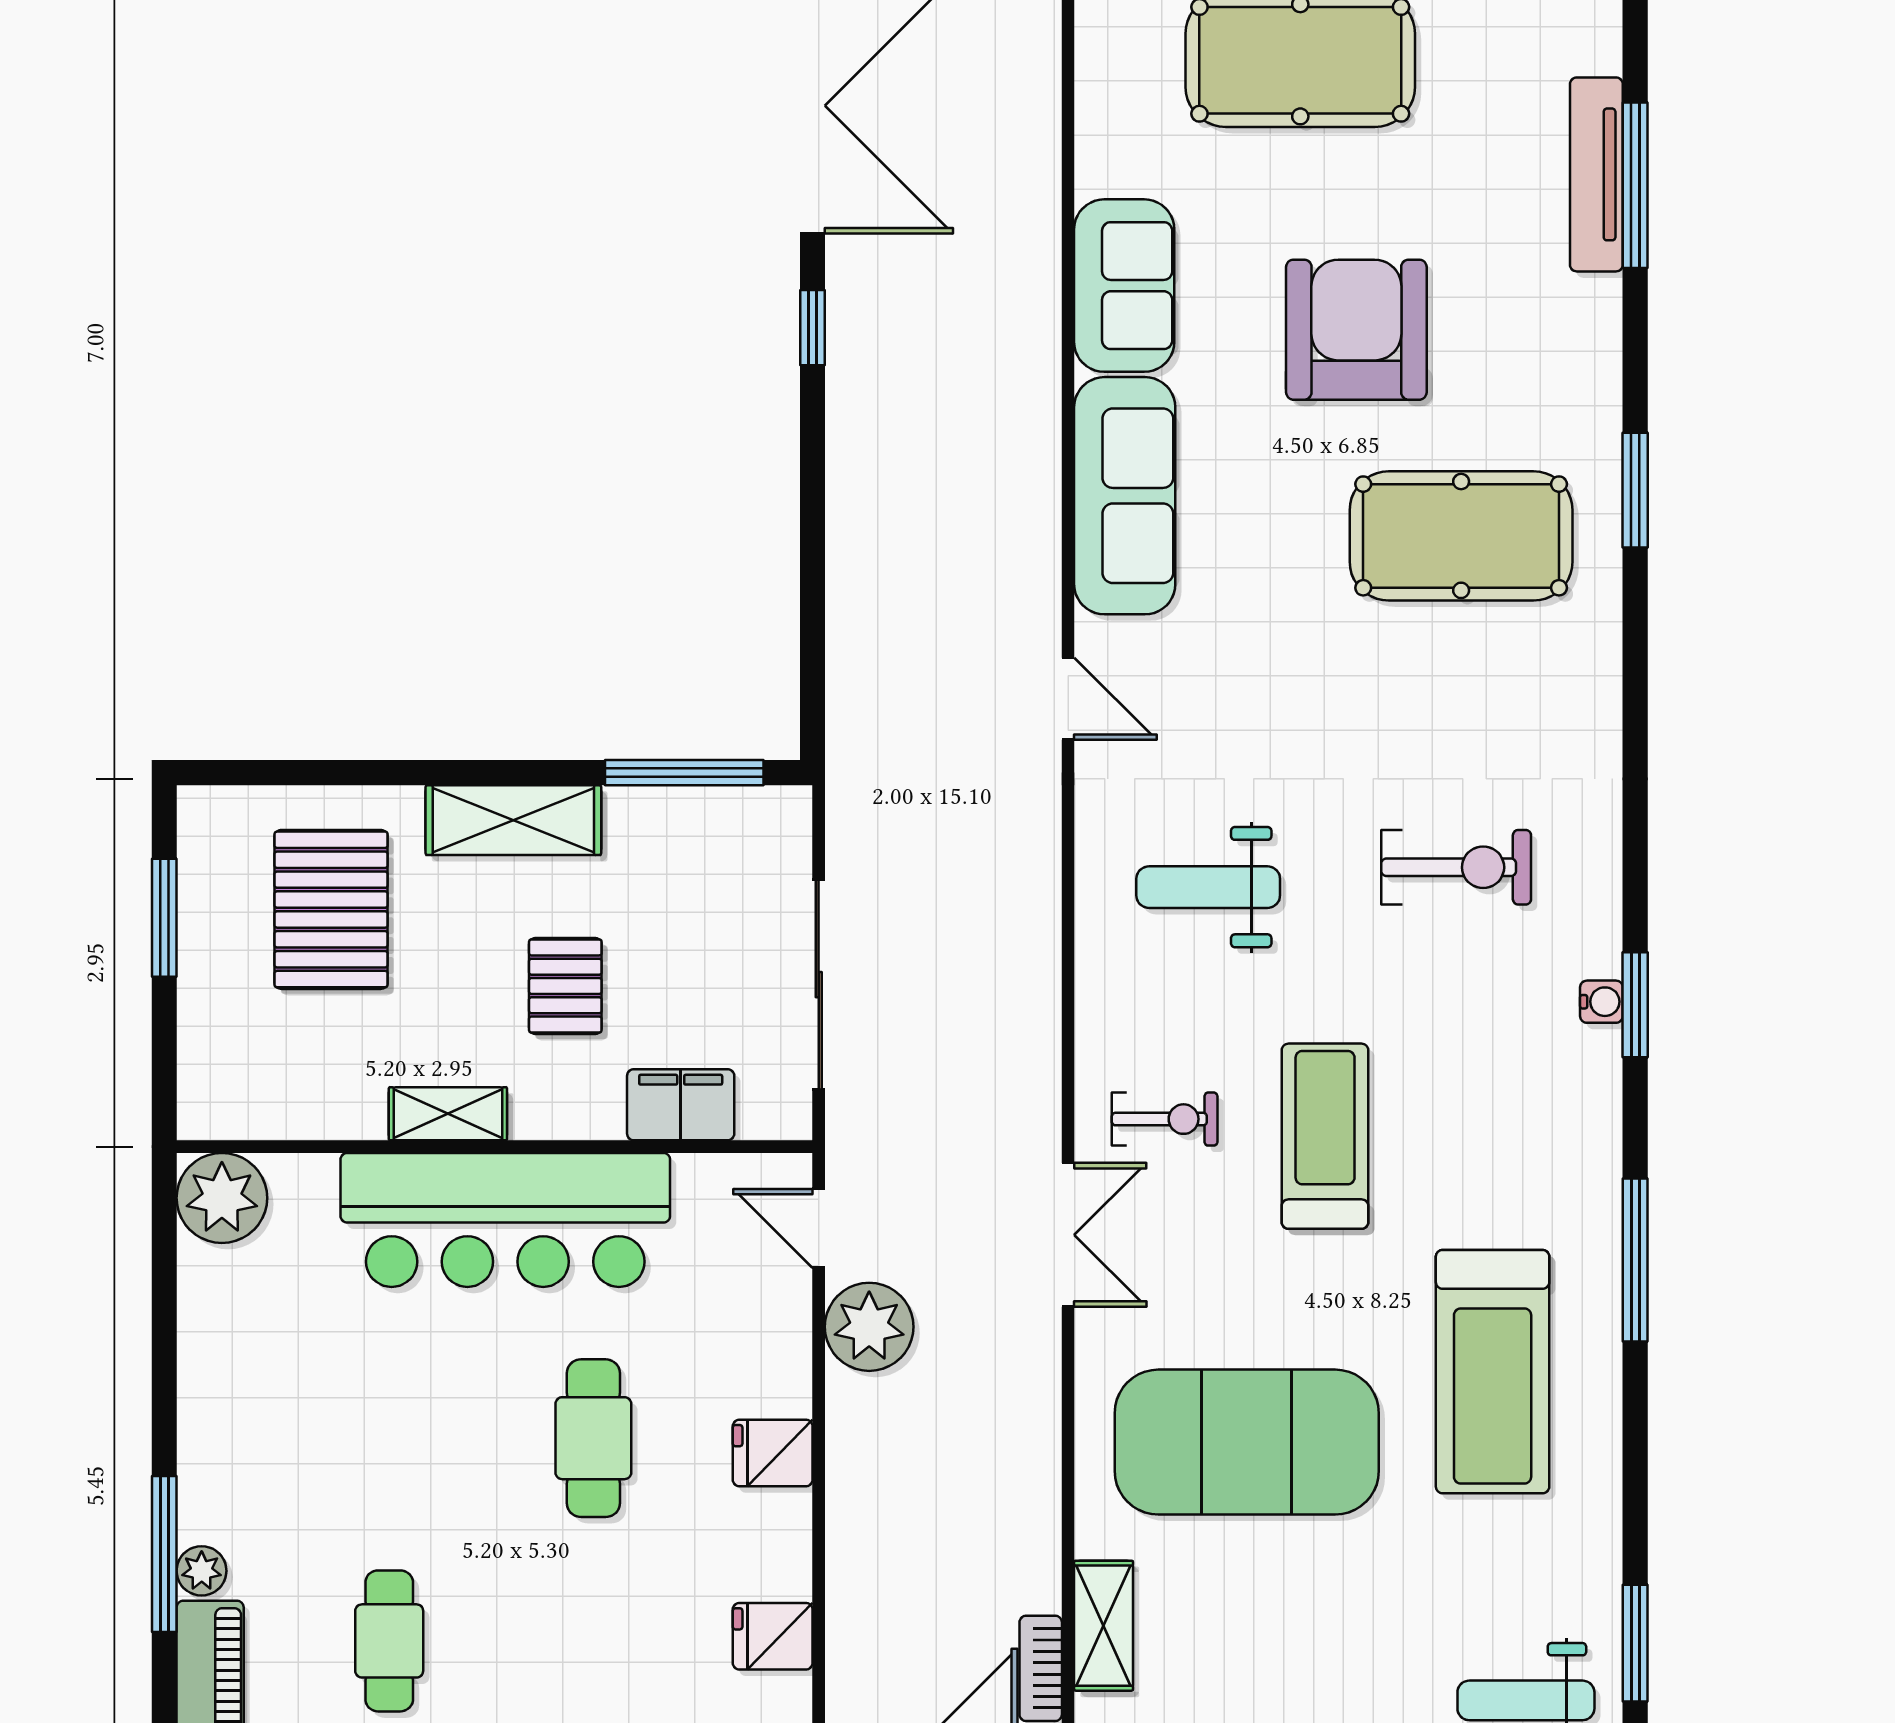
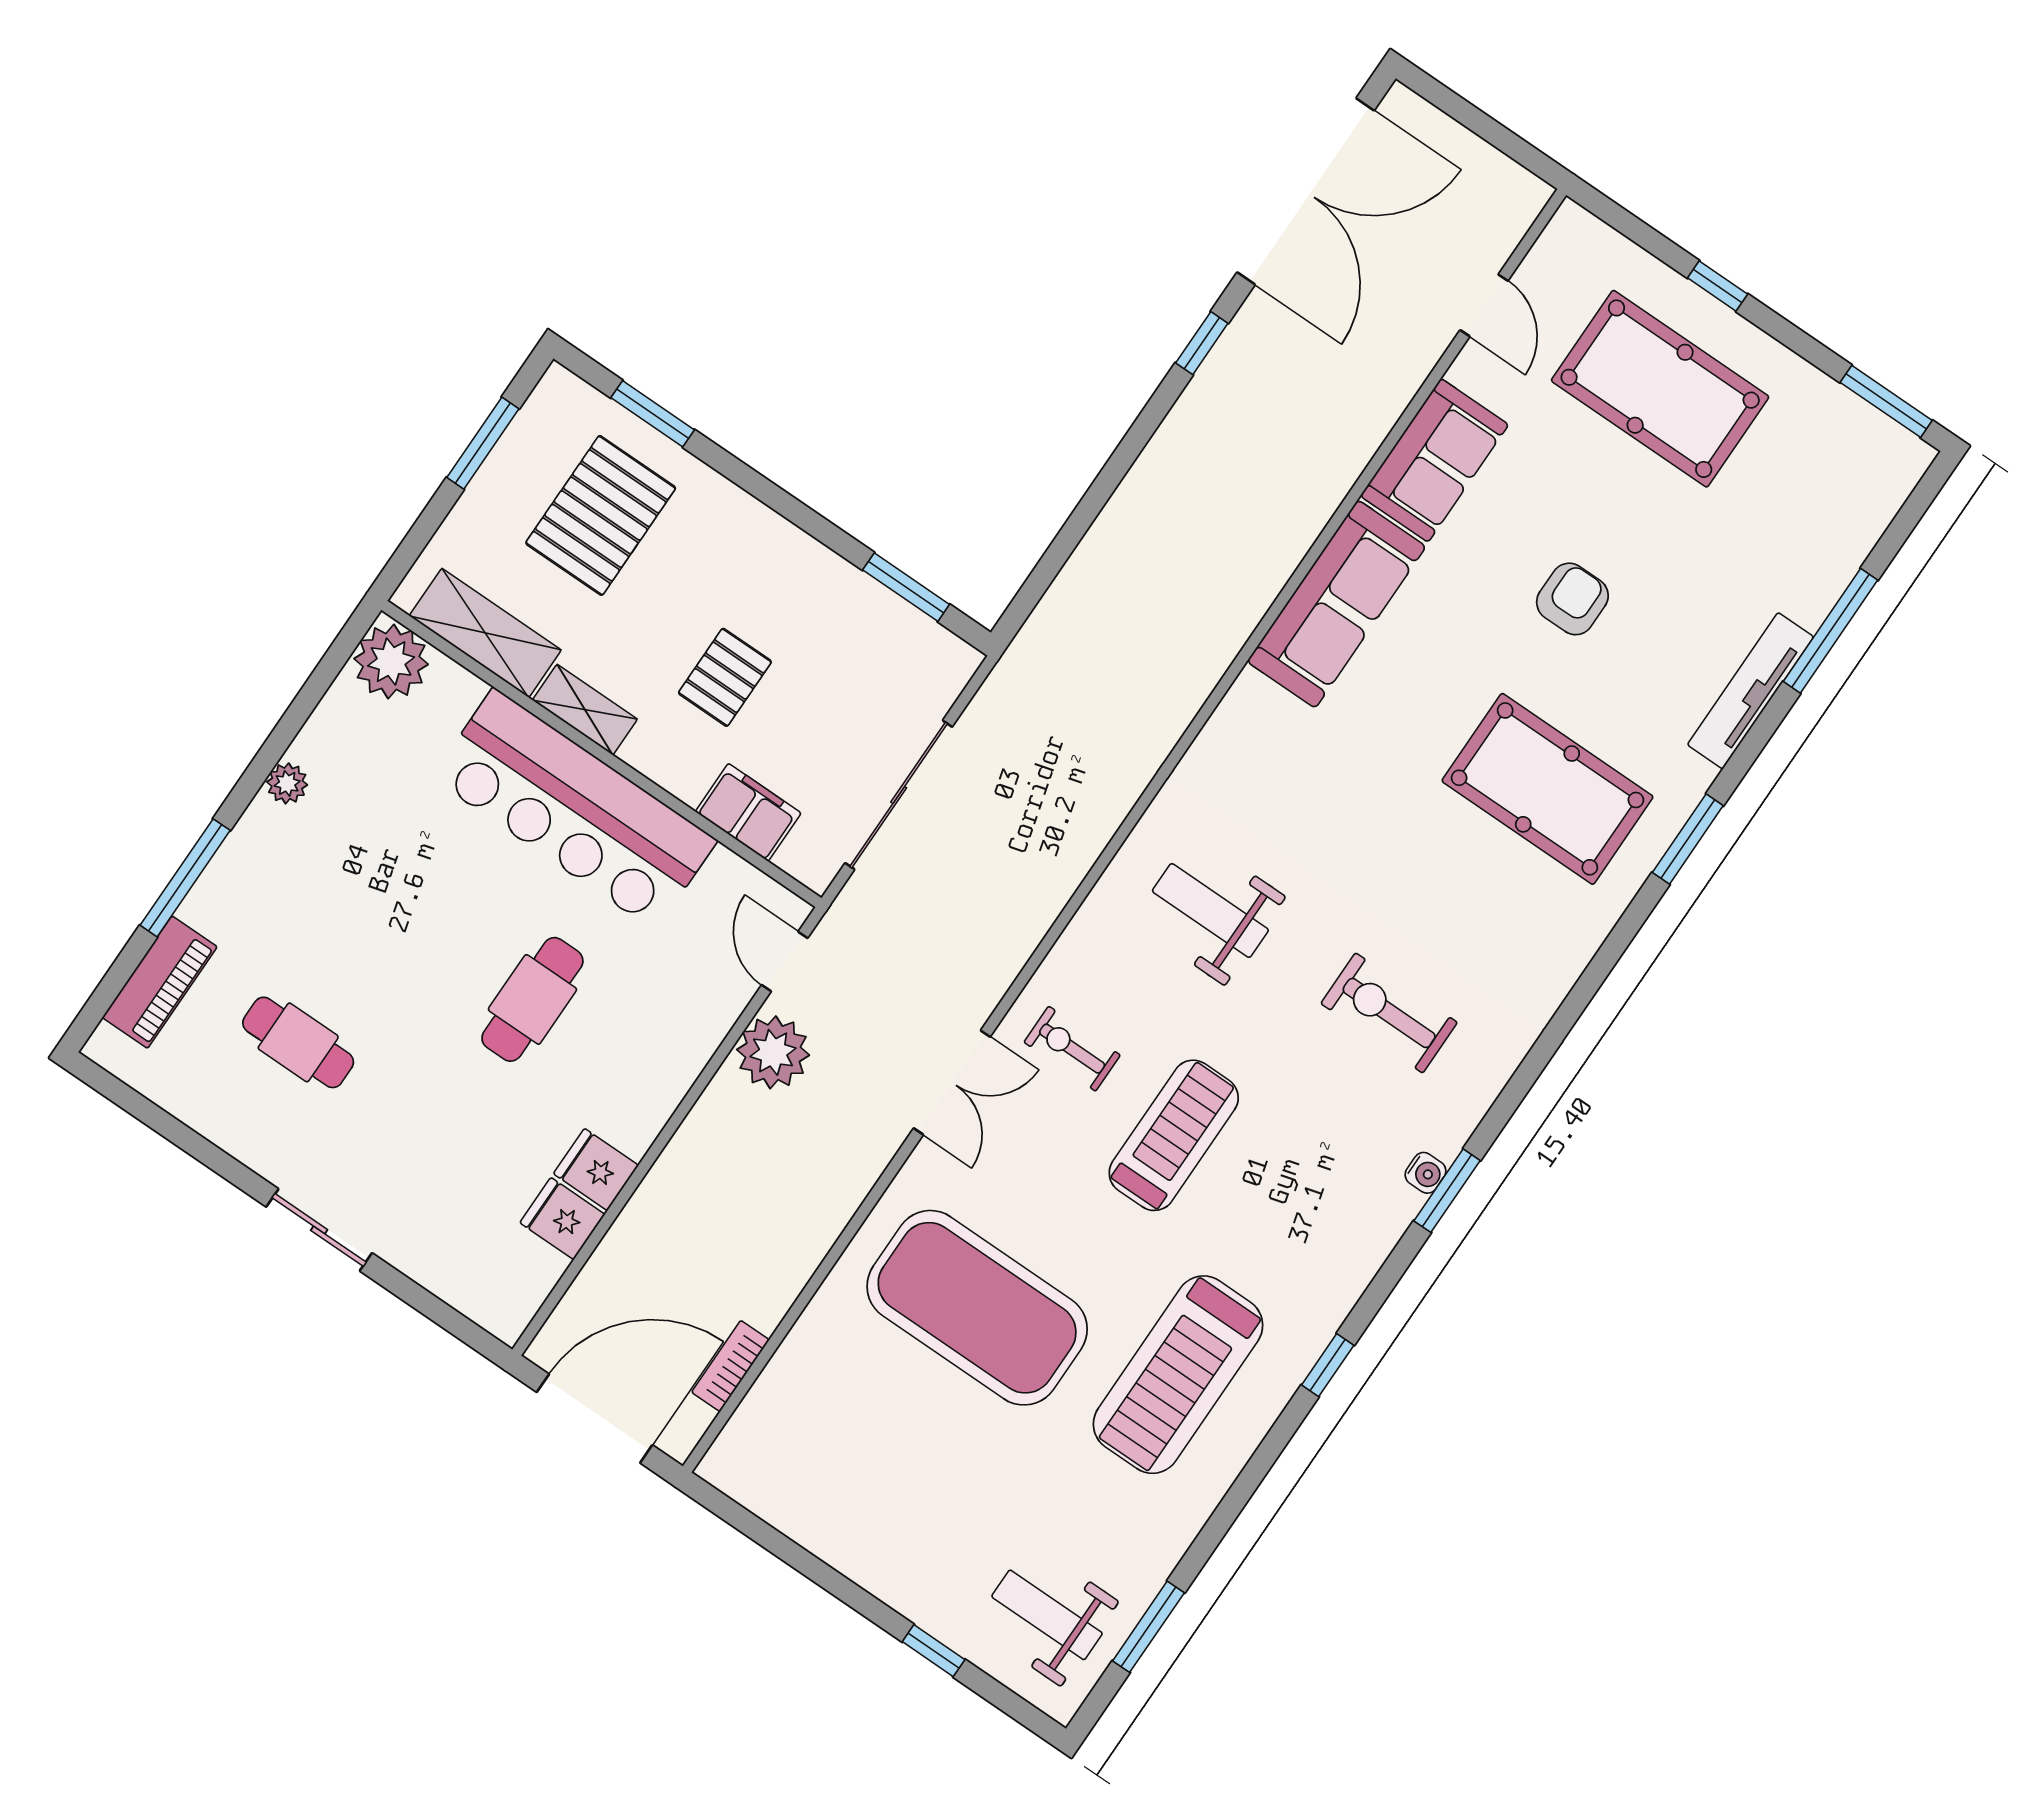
tv unit: (1596, 174) -> (1750, 691), moved
armchair: (1356, 330) -> (1572, 599), width x0.53, depth x0.53
door: (1068, 699) -> (1484, 305), moved
window: (313, 773) -> (653, 414), added
window: (684, 773) -> (906, 587), width x0.69
shelving: (513, 820) -> (485, 633), moved
exercise bike: (1456, 867) -> (1389, 1013), turned 180
exercise bike: (1165, 1119) -> (1072, 1049), turned 180
window: (1635, 1260) -> (1328, 1365), width x0.46
fridge: (773, 1453) -> (596, 1170), moved
plant: (202, 1571) -> (287, 783), moved
shelving: (1104, 1626) -> (793, 1366), removed
cafe table: (389, 1641) -> (298, 1042), turned 90

